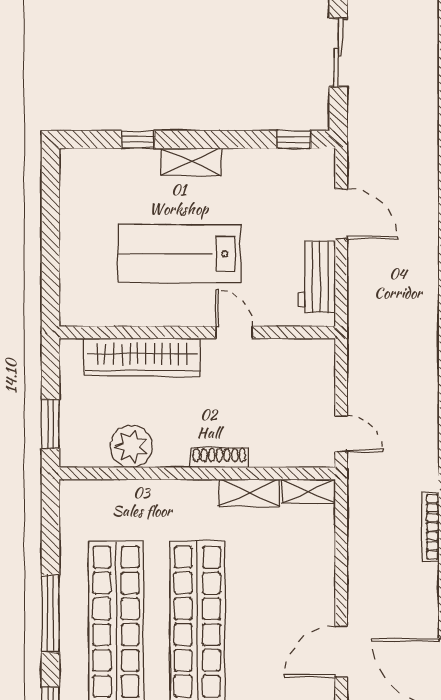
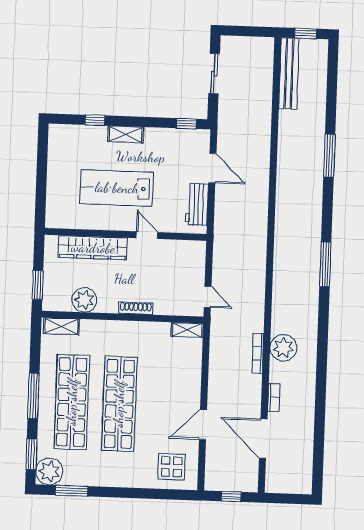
shelving: (249, 493) -> (61, 326), moved

